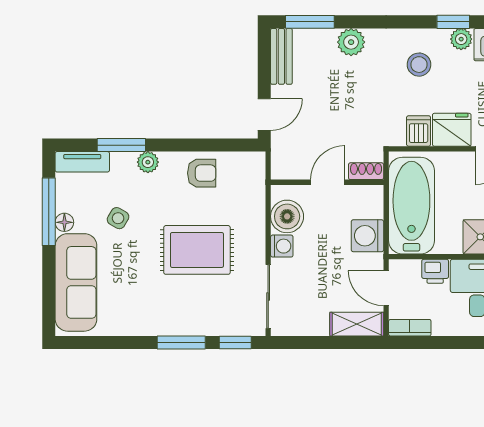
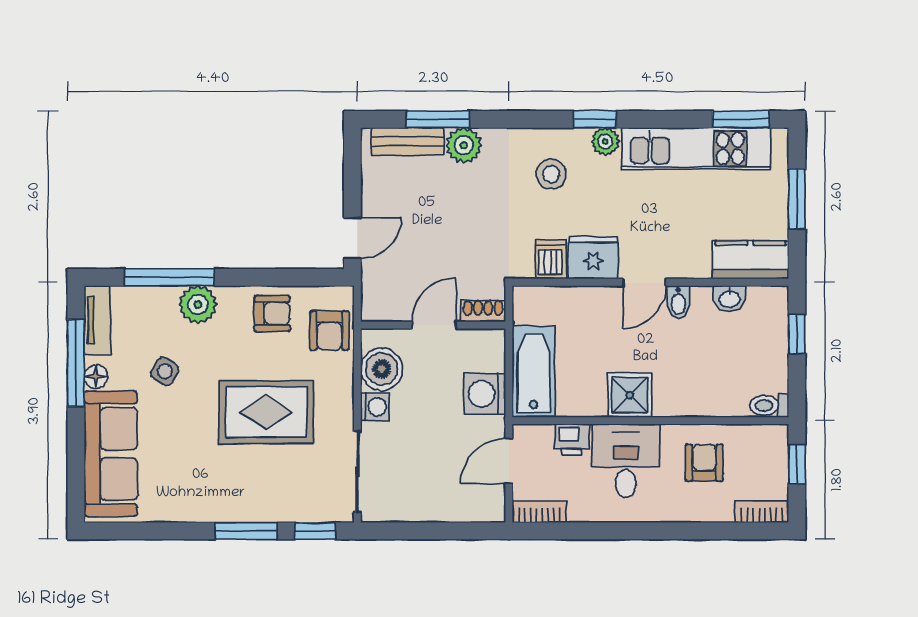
window: (310, 22) -> (438, 119), moved
bench: (281, 56) -> (407, 141), moved, turned 90
window: (121, 145) -> (169, 277), width x1.44
tv unit: (82, 162) -> (97, 320), moved, turned -90
plant: (148, 162) -> (198, 304), width x1.38, depth x1.38
armchair: (246, 186) -> (329, 331), added
bathtub: (411, 206) -> (534, 372), width x0.73, depth x0.73
door: (386, 288) -> (509, 461), hinge flipped
shelving: (357, 324) -> (471, 507), removed

